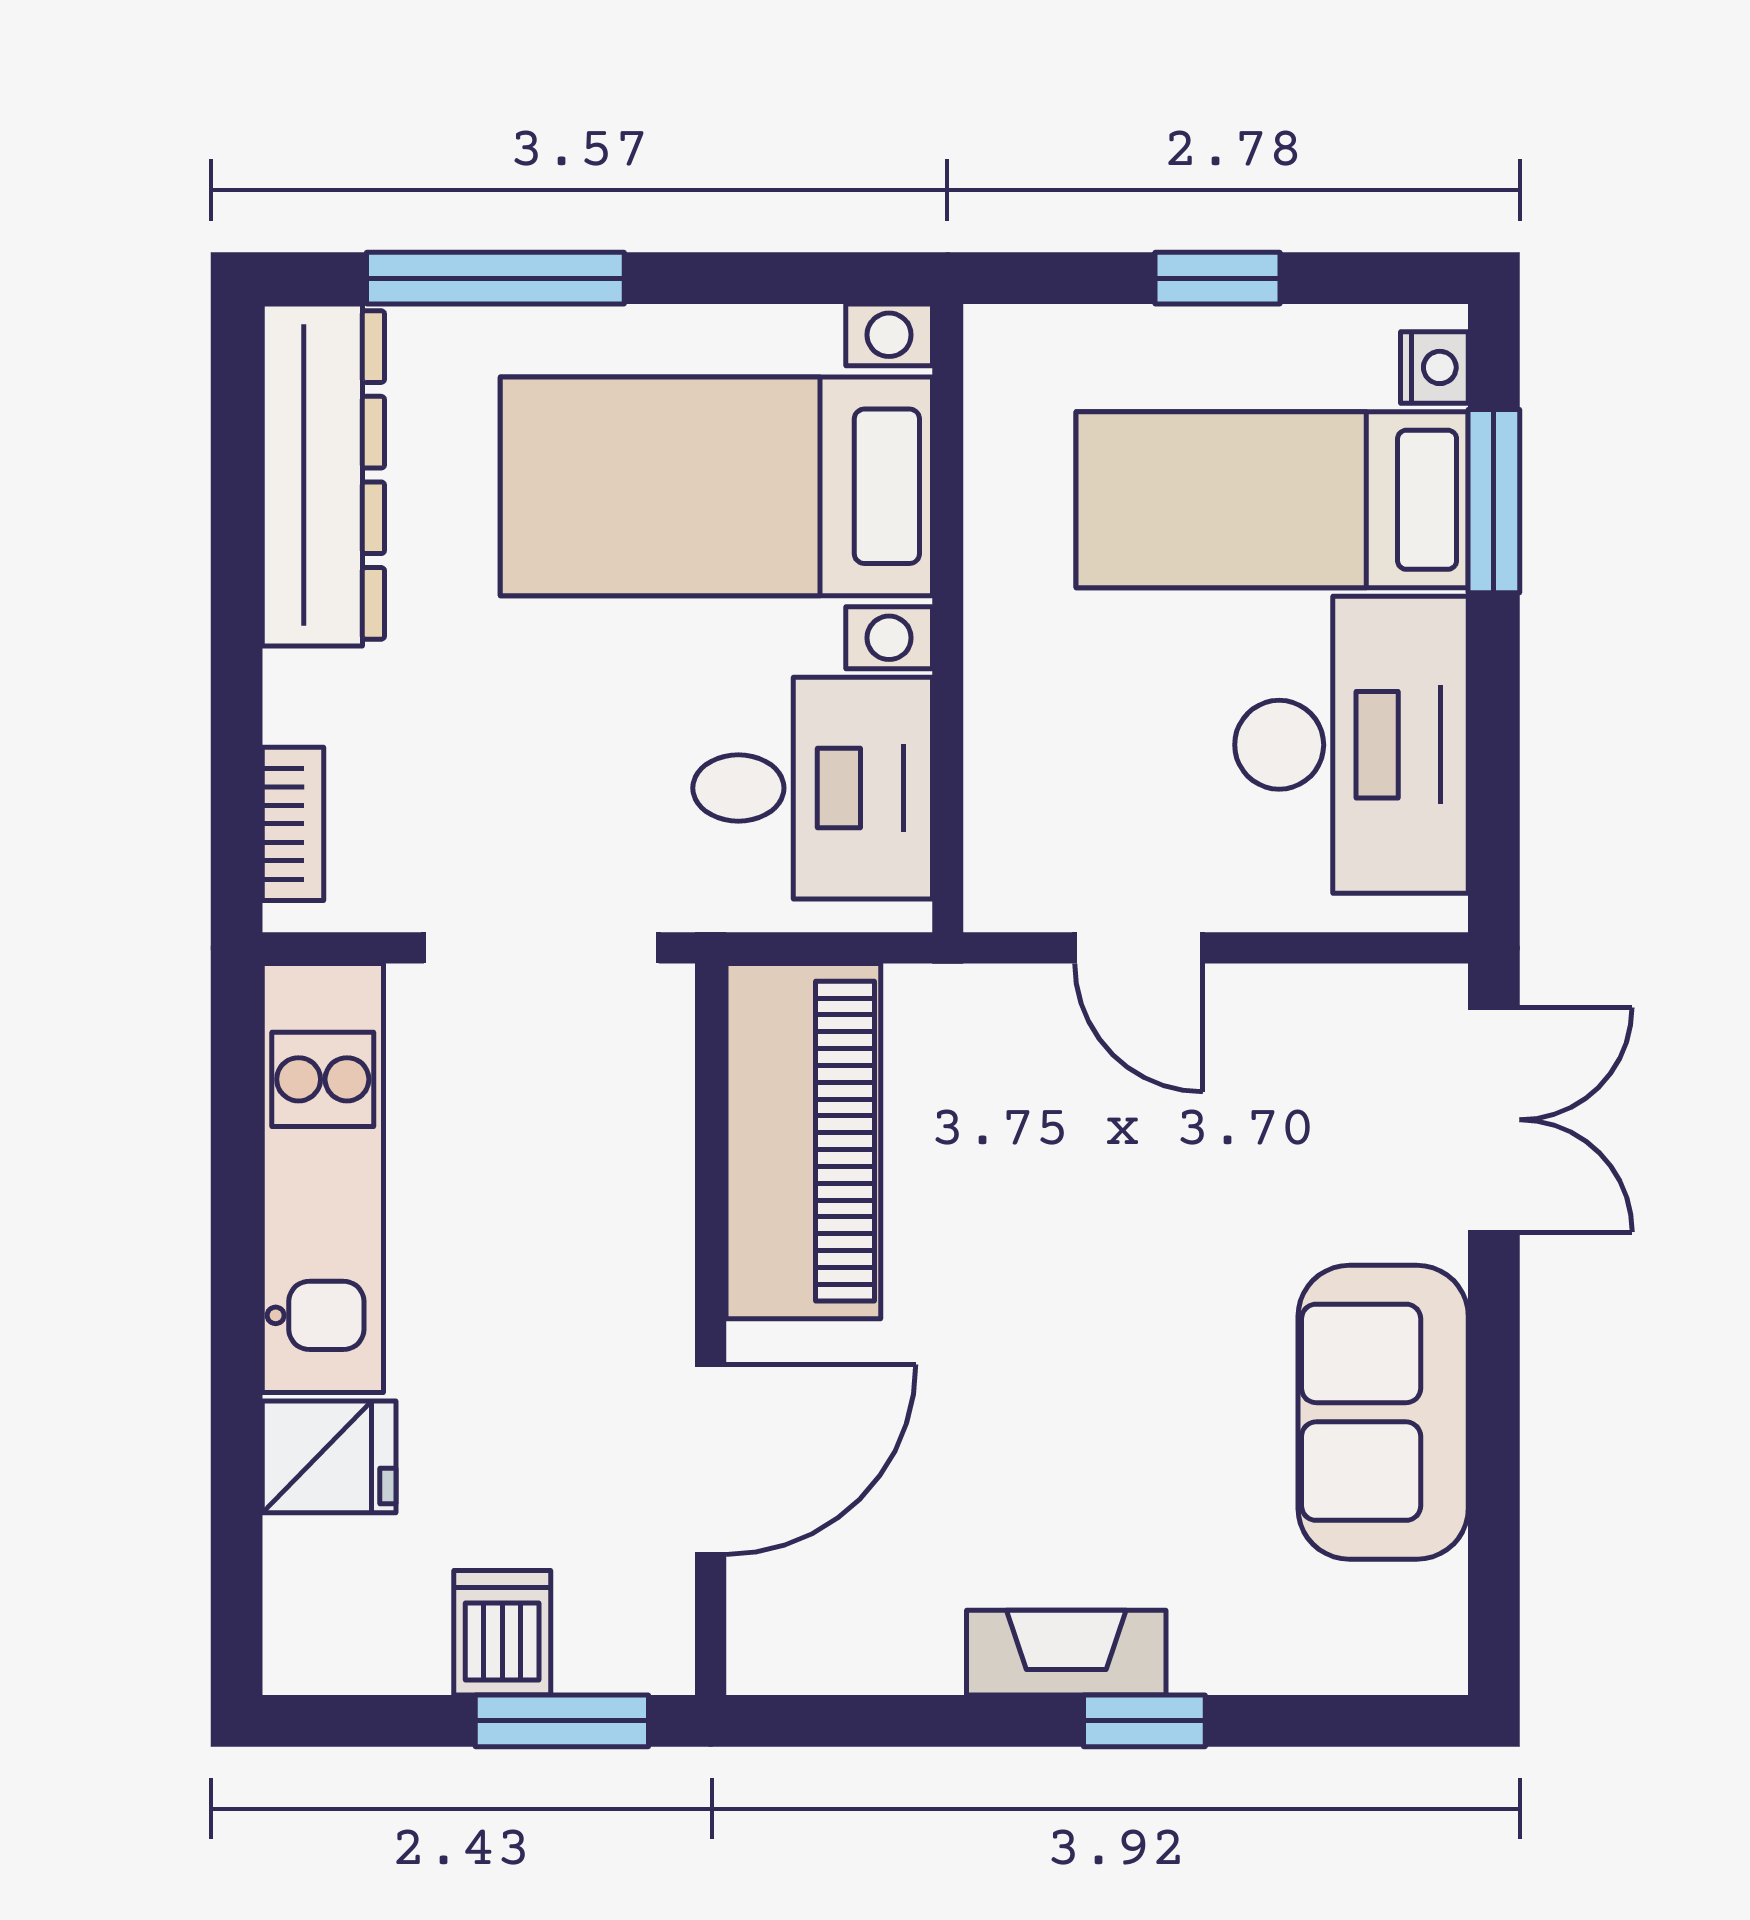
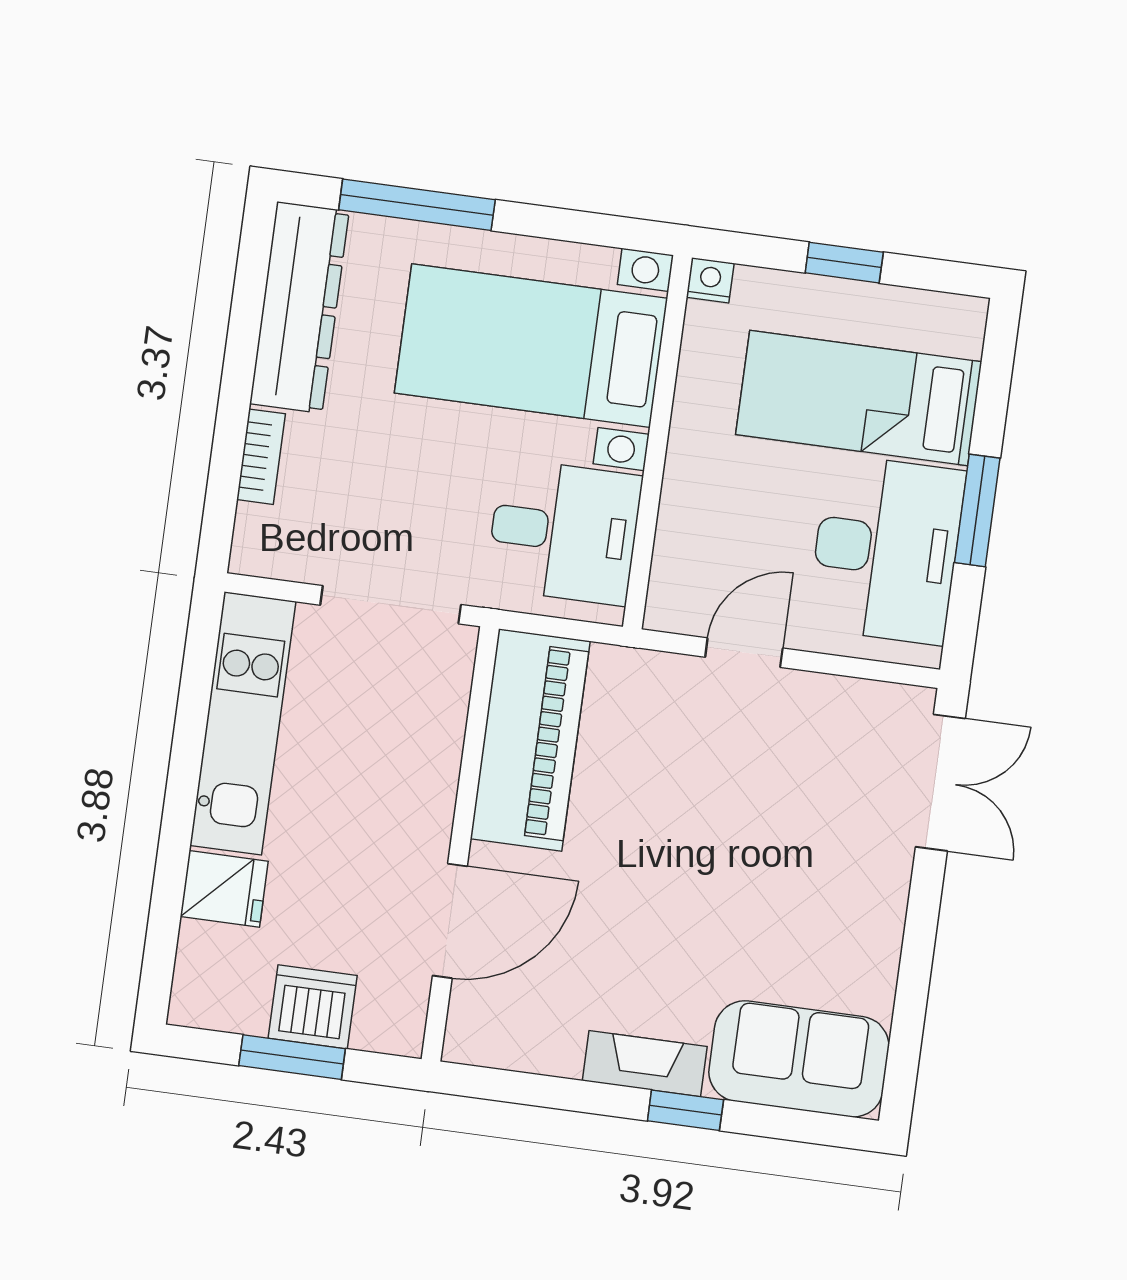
nightstand: (1434, 367) -> (710, 280), moved, turned -90
window: (1494, 501) -> (977, 510), moved
bookcase: (293, 824) -> (261, 457), moved
door: (1139, 948) -> (744, 653), swing flipped
sofa: (1383, 1412) -> (799, 1059), moved, turned 90
dishwasher: (502, 1633) -> (313, 1007), width x1.38
window: (562, 1721) -> (292, 1057), moved

